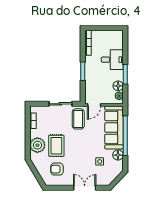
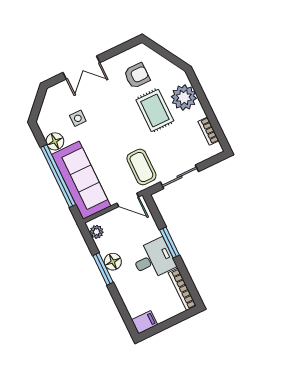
filing cabinet: (117, 35) -> (145, 322), added
desk: (112, 60) -> (153, 259), moved, turned 180
floor lamp: (118, 86) -> (113, 262), moved
door: (94, 105) -> (128, 200), swing flipped

